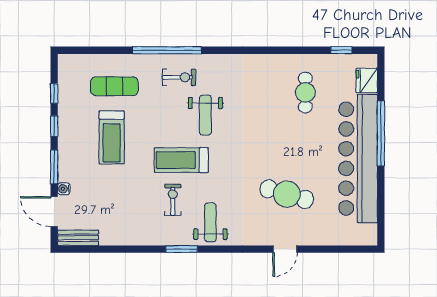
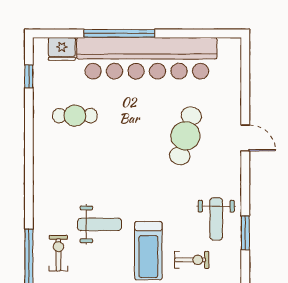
exercise bike: (173, 200) -> (192, 260), turned 180
weight bench: (210, 222) -> (216, 219), turned -90
window: (182, 249) -> (245, 233), moved

